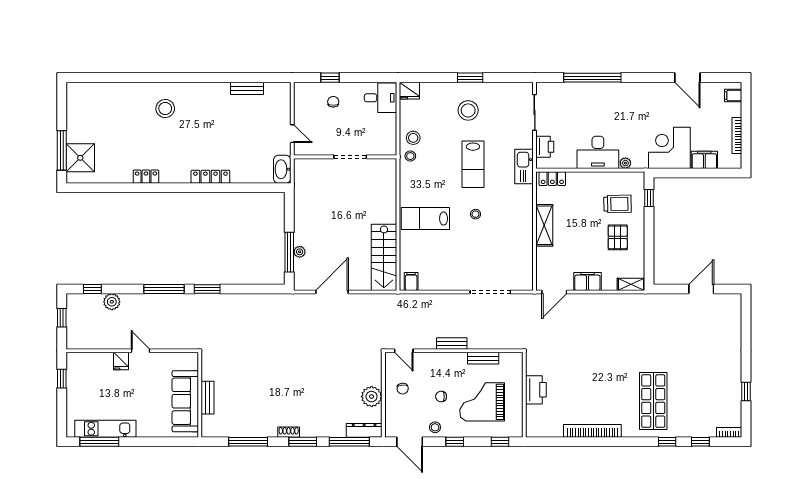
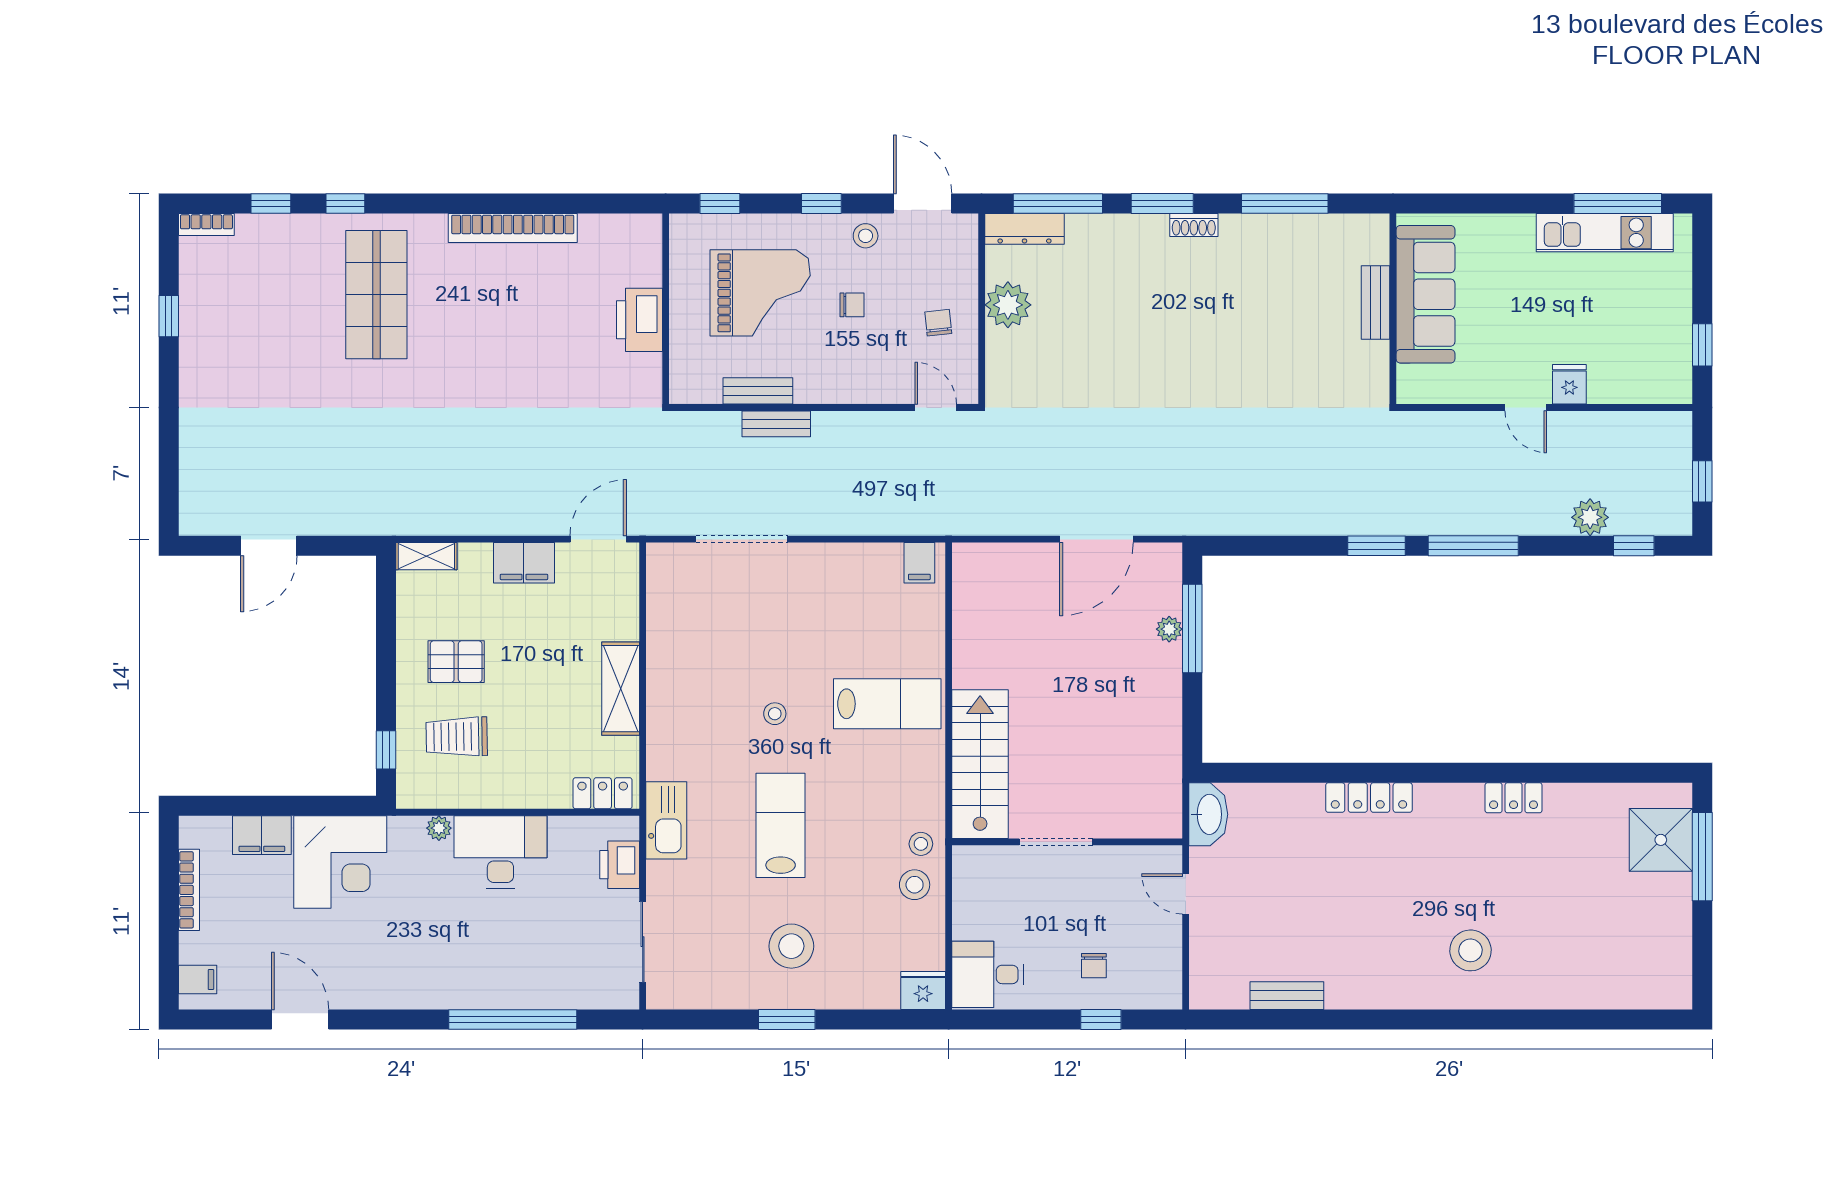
pallet: (618, 237) -> (456, 662), turned 90
stairs: (384, 257) -> (980, 764), moved
bench: (452, 343) -> (776, 424), moved

